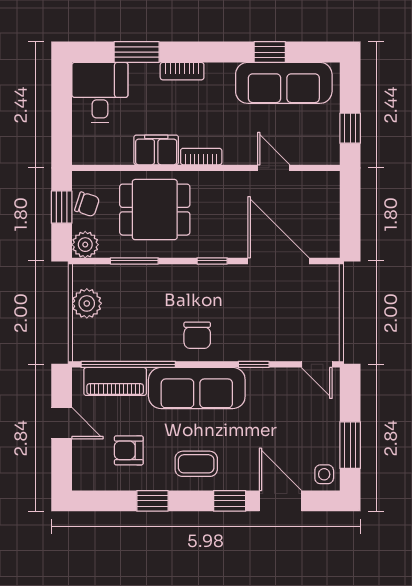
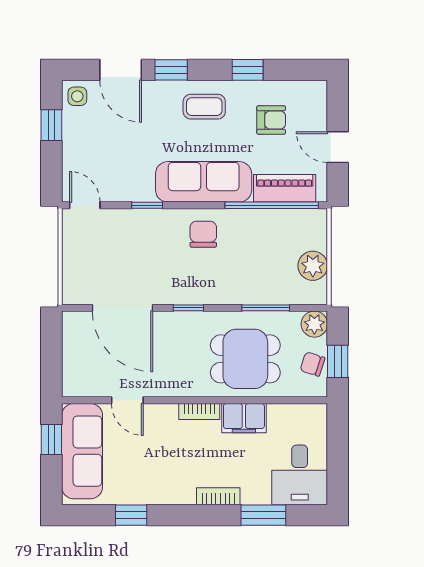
sofa: (284, 83) -> (82, 451), moved, turned 90
window: (350, 445) -> (51, 125), width x0.67

